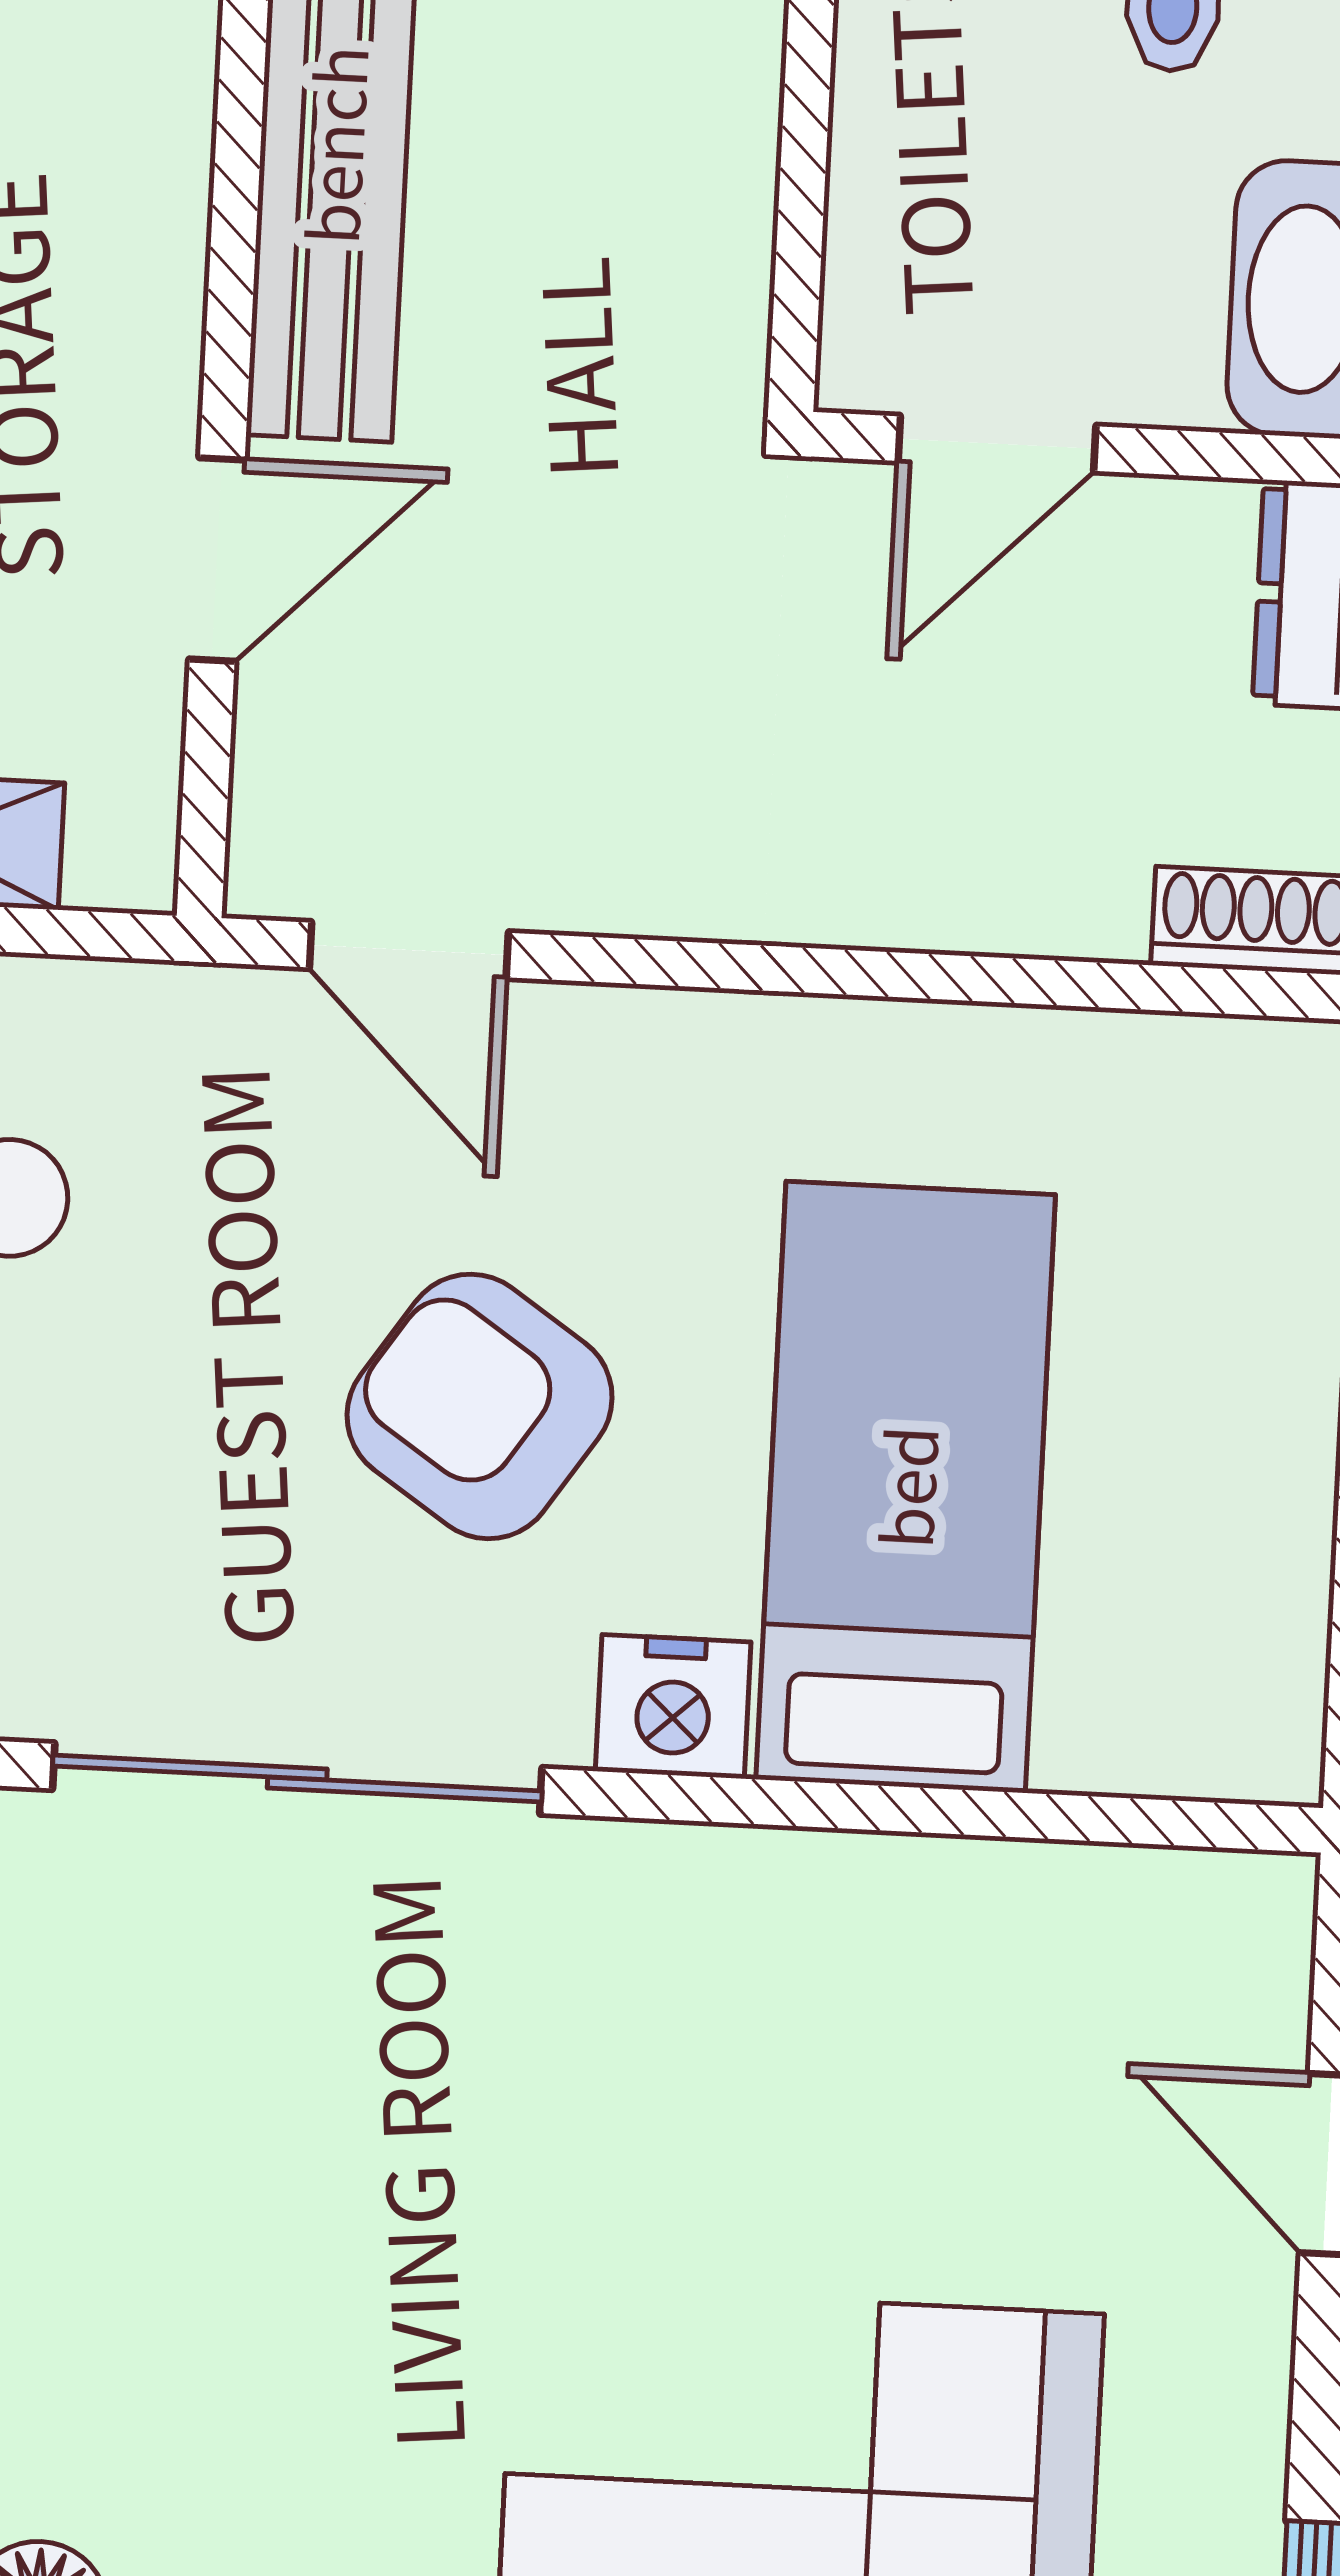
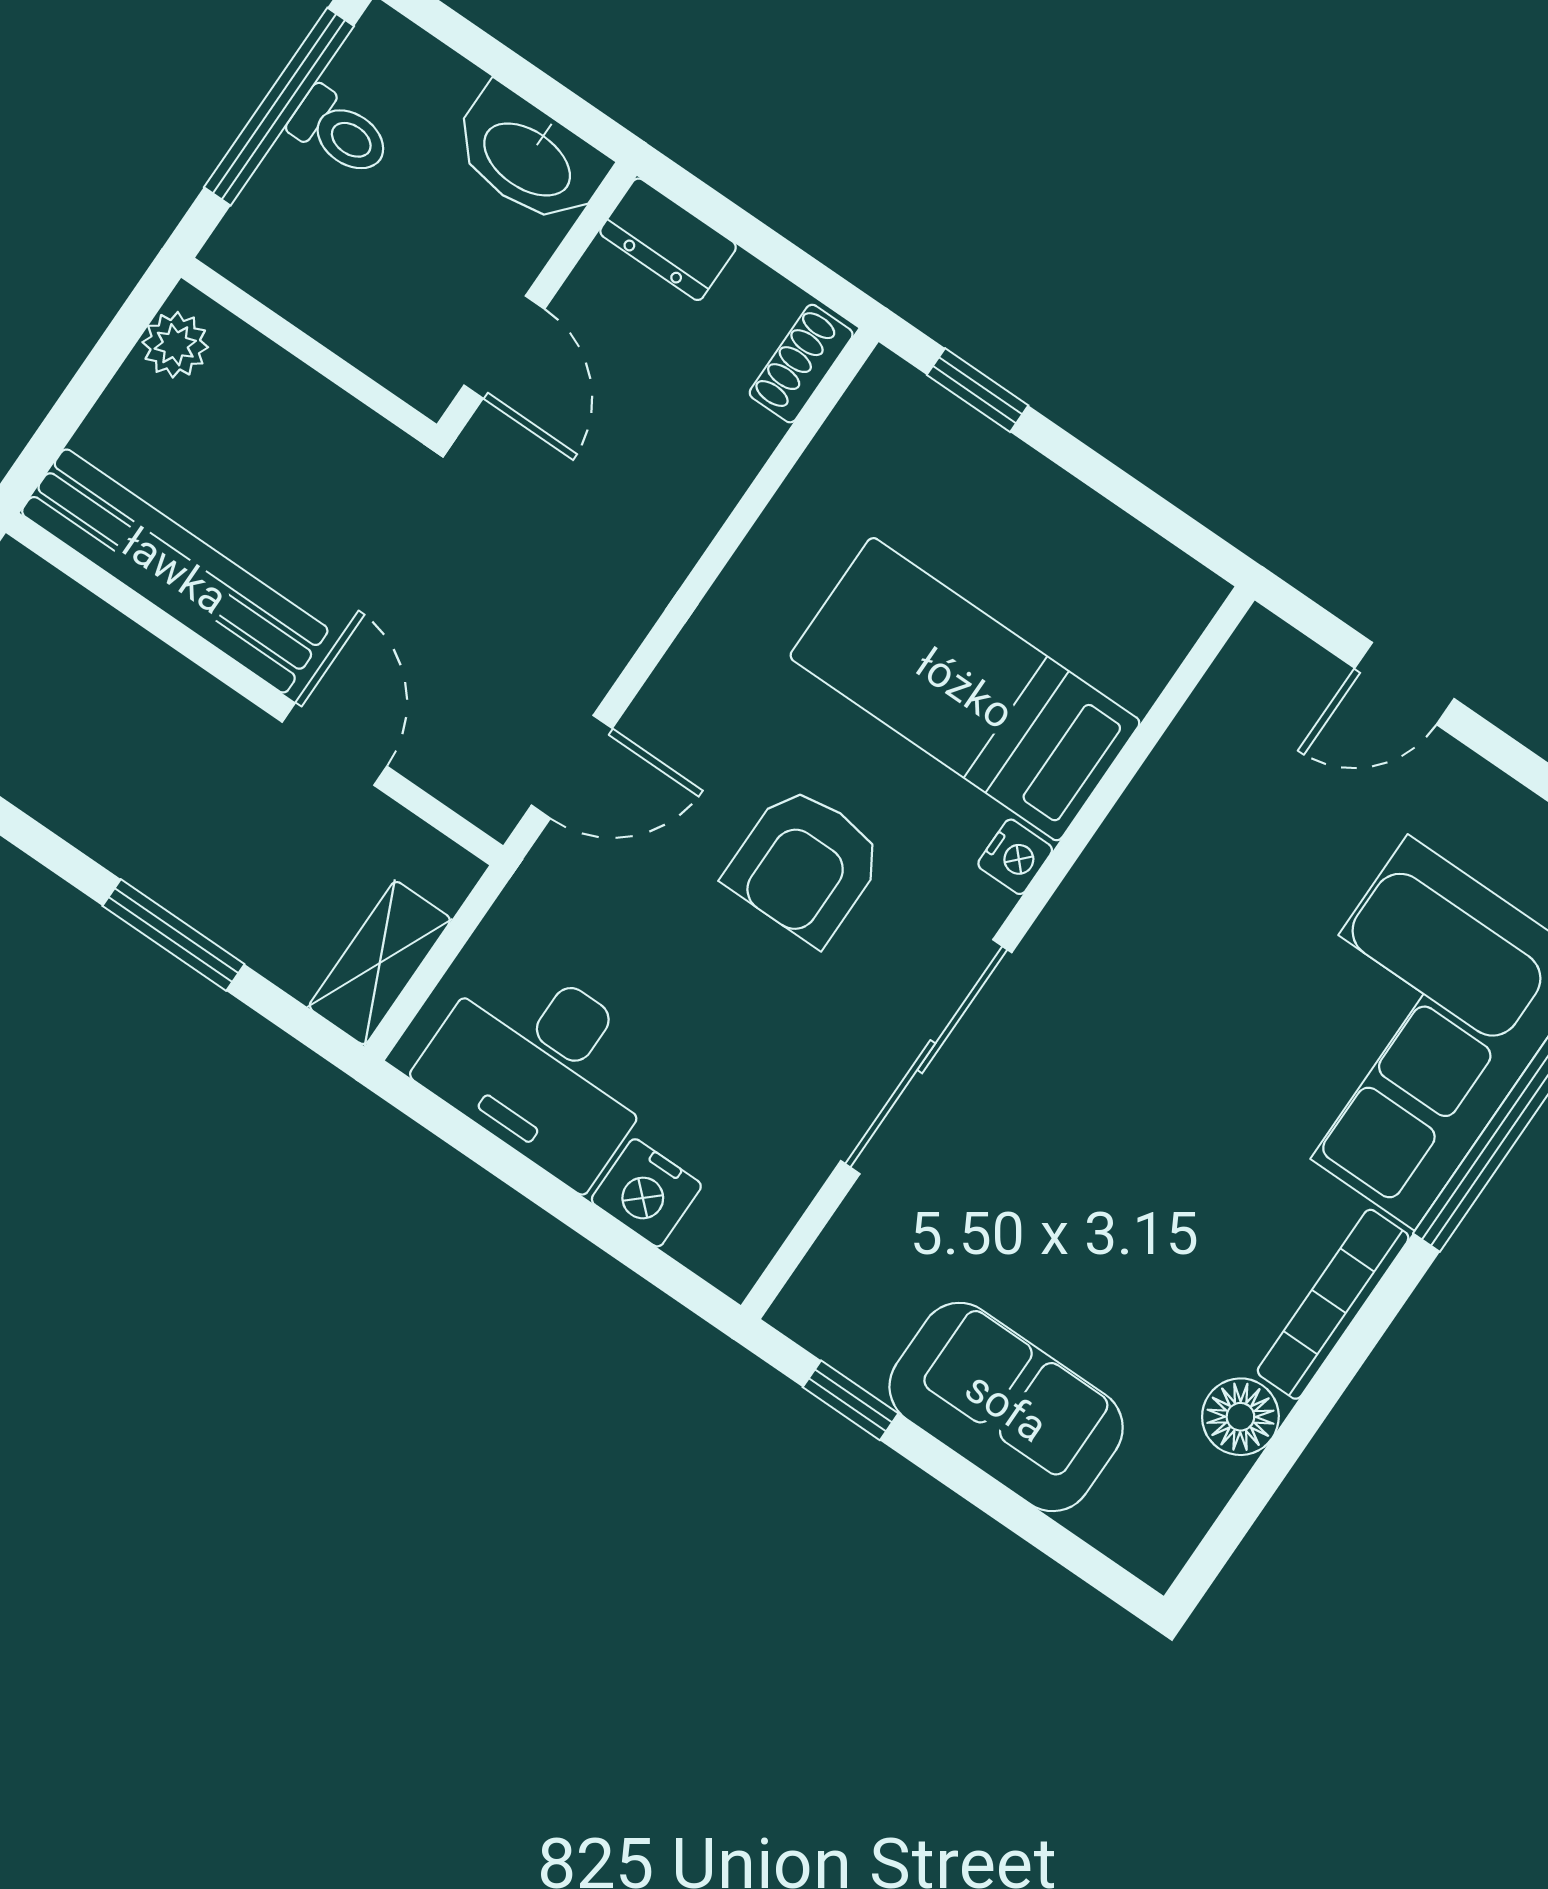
armchair: (480, 1406) -> (805, 865), turned -34
nightstand: (673, 1707) -> (1015, 857), width x0.72, depth x0.74

